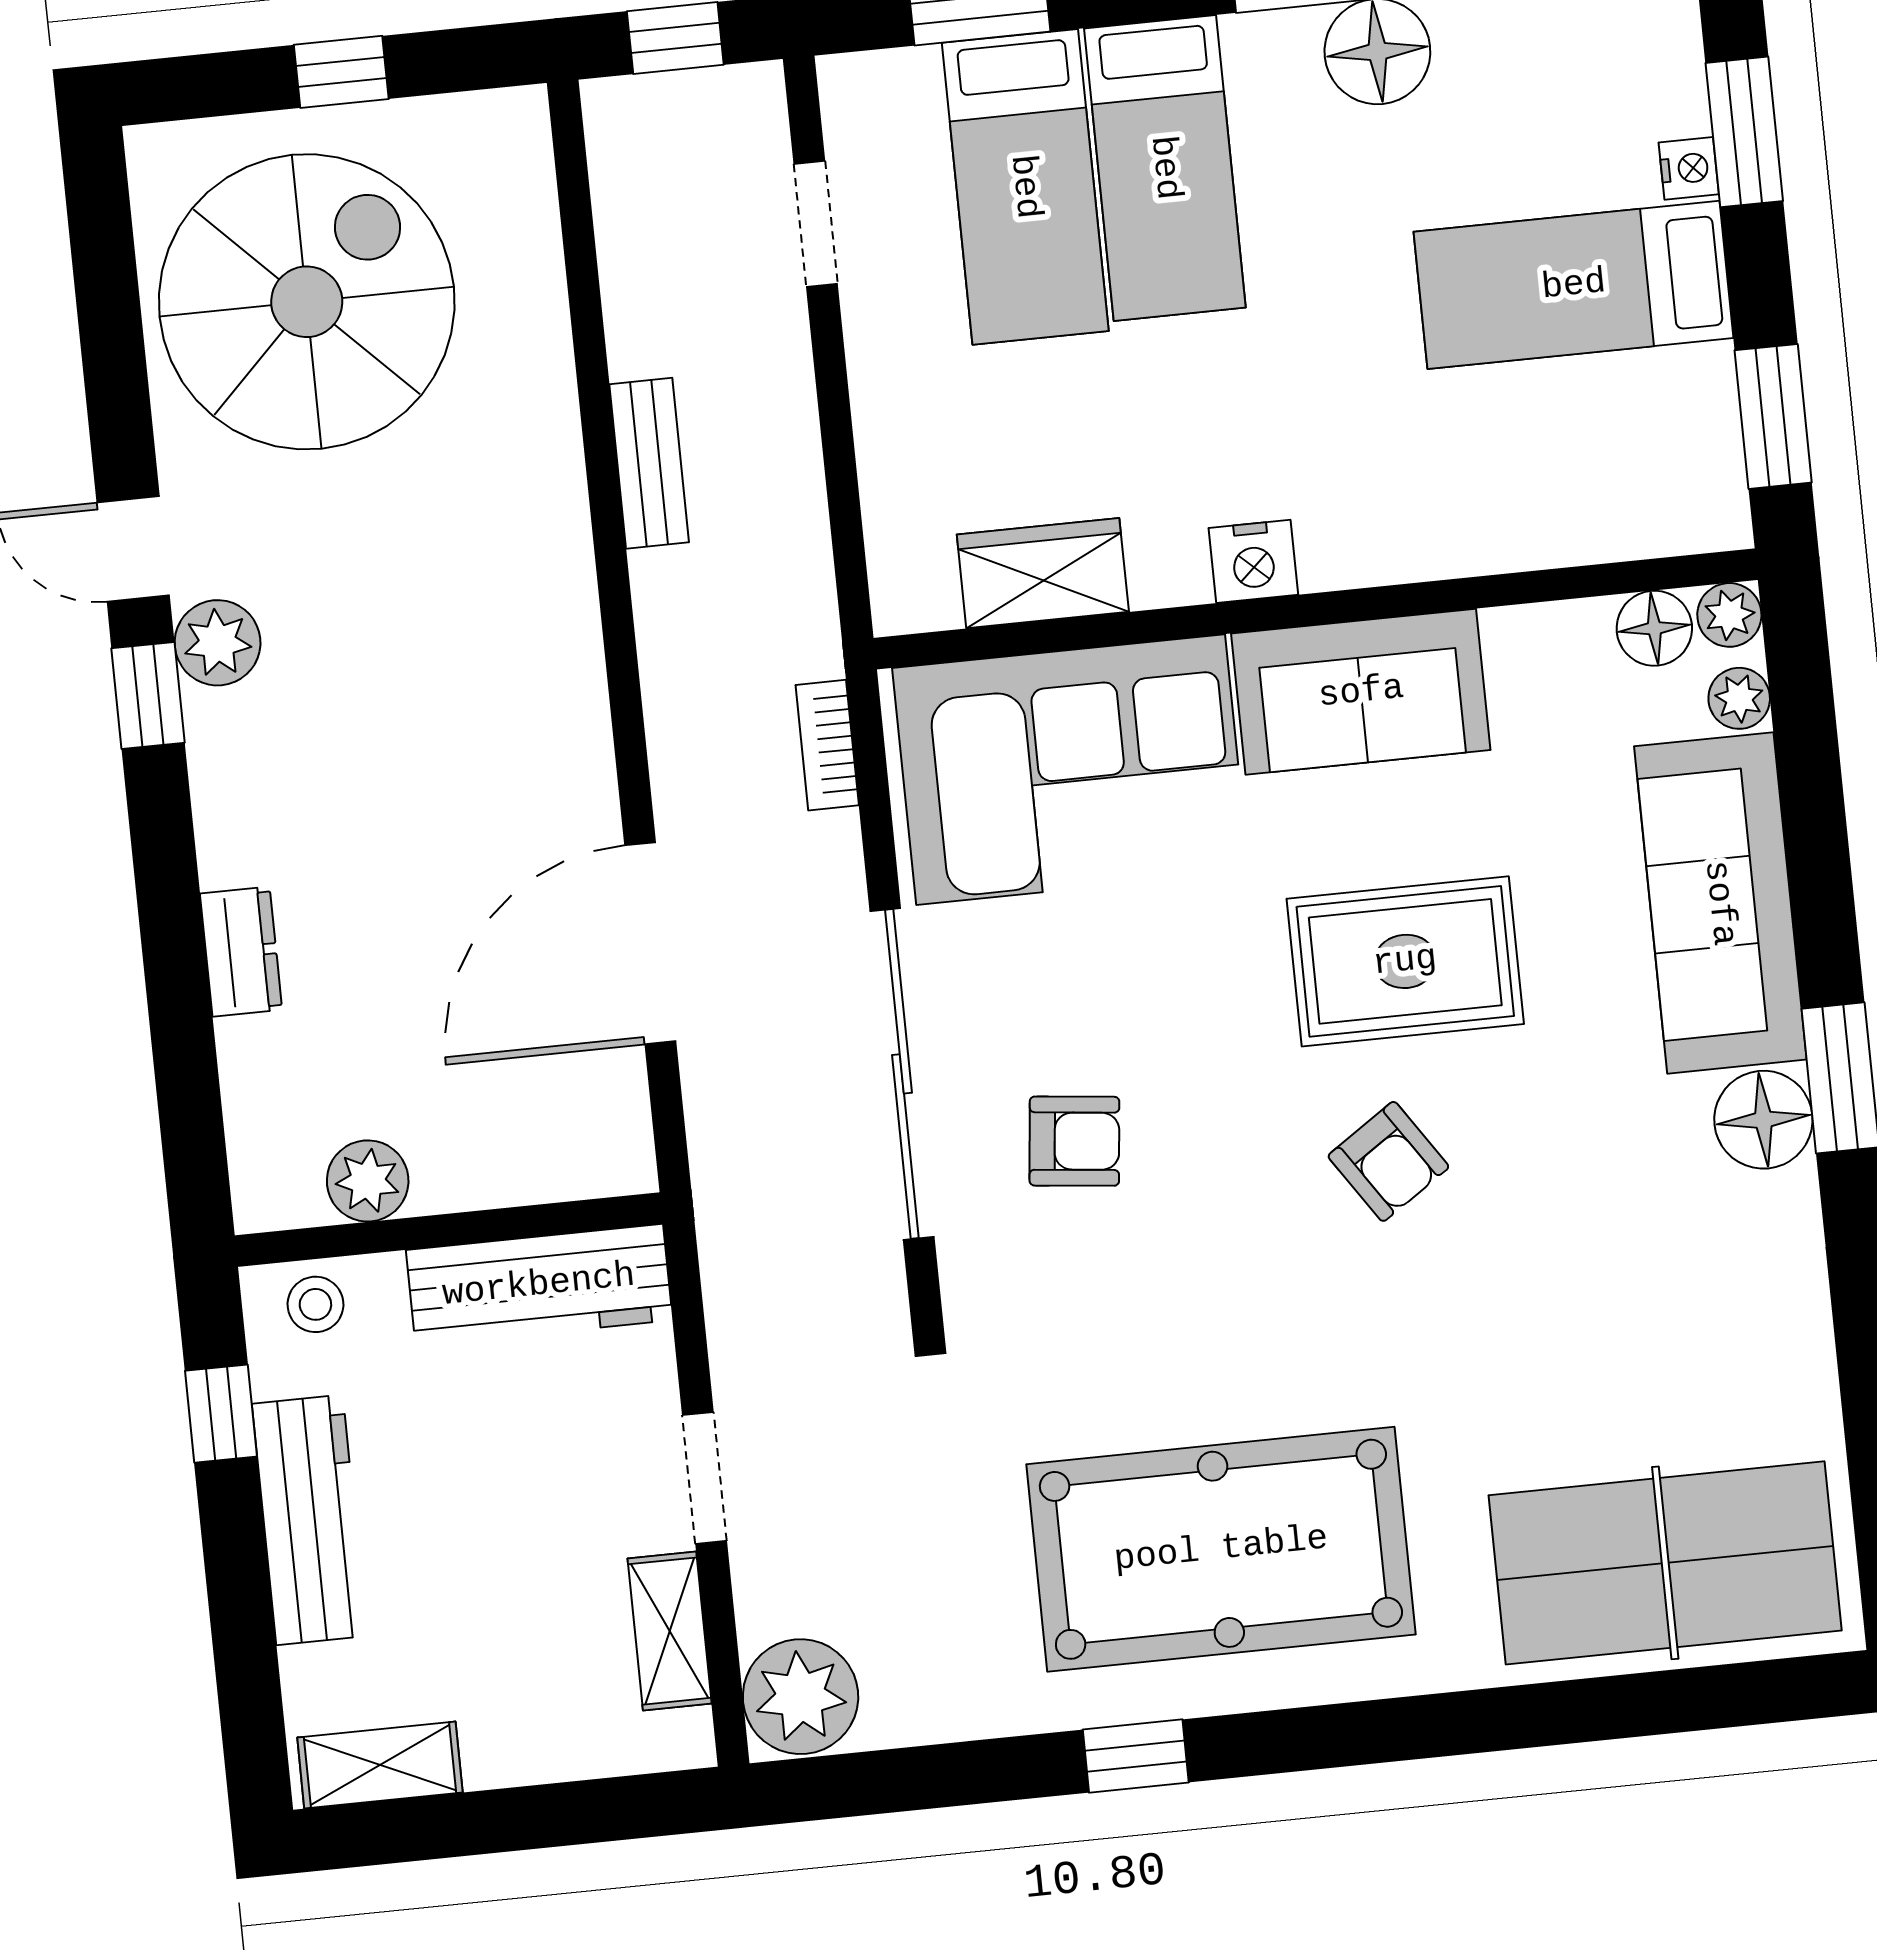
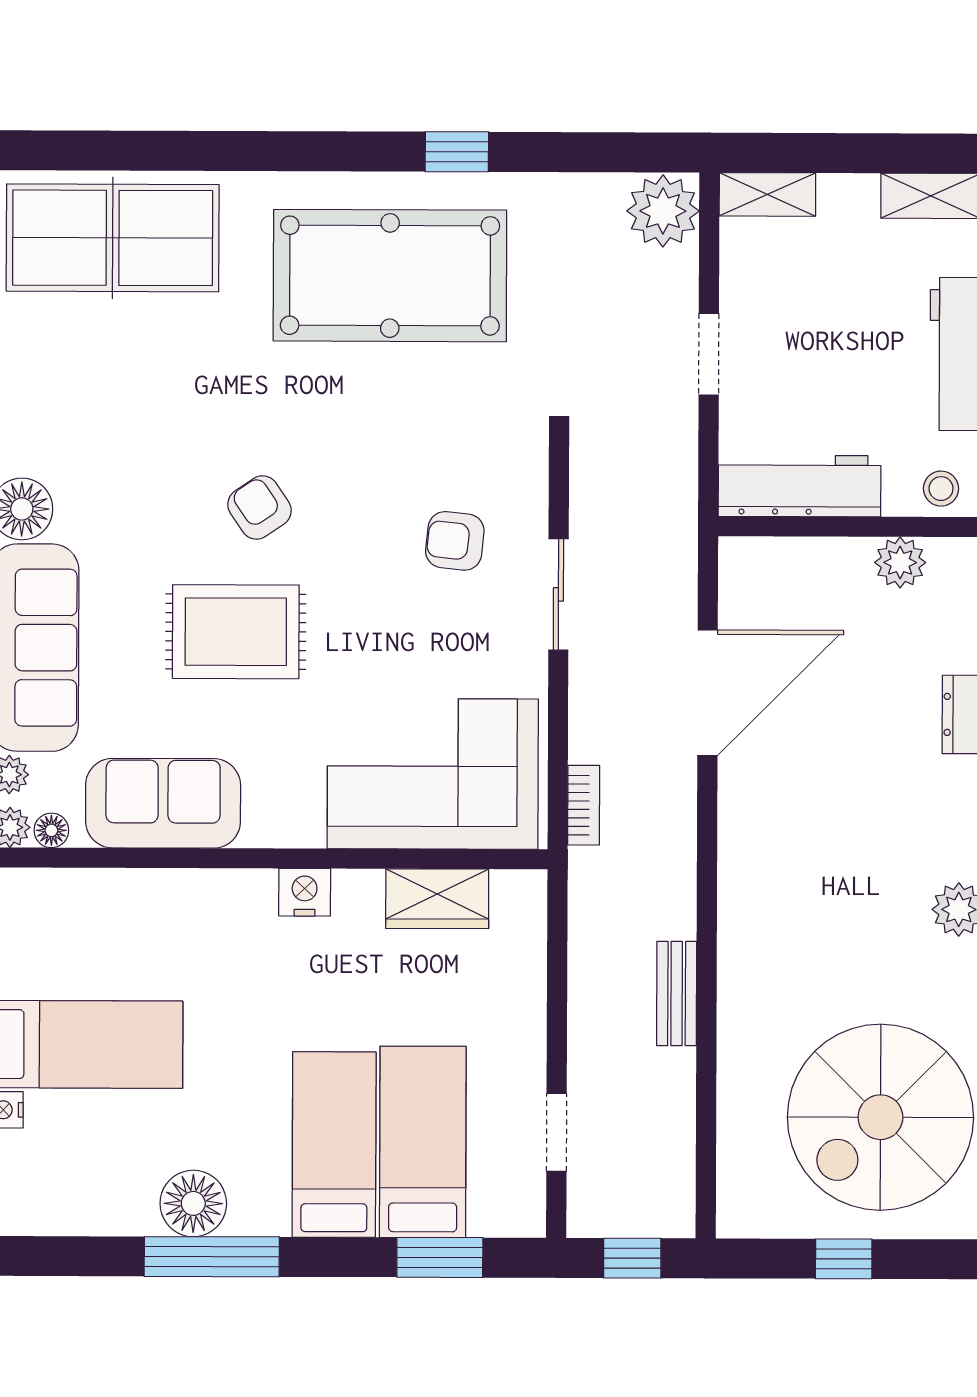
floor lamp: (1654, 628) -> (51, 830), width x0.73, depth x0.73
sofa: (1361, 692) -> (163, 803), moved
sliding door: (902, 1074) -> (558, 594), width x0.54
shelving: (670, 1631) -> (767, 194), moved, turned 90

